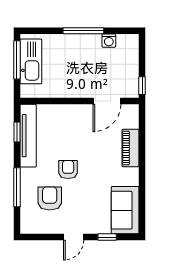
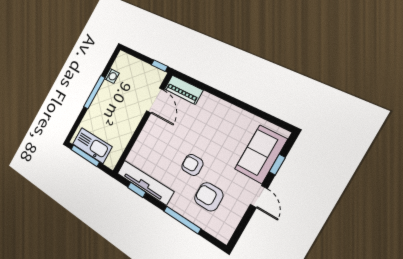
piano: (131, 148) -> (184, 90), moved
sofa: (125, 210) -> (261, 154), moved, turned 90

